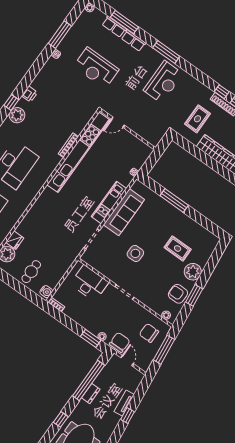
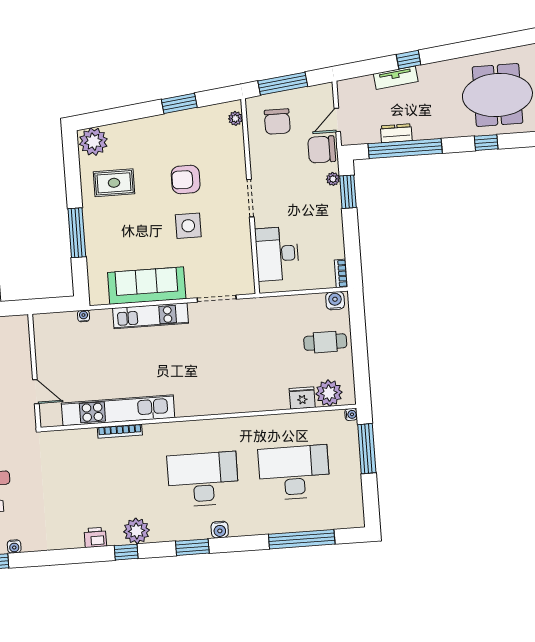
kitchen unit: (78, 152) -> (118, 410), width x0.73
rug: (178, 248) -> (114, 183), moved, turned 90
plant: (193, 272) -> (93, 142), moved
armchair: (178, 294) -> (186, 179), moved, turned 90
dresser: (91, 394) -> (396, 133), moved

